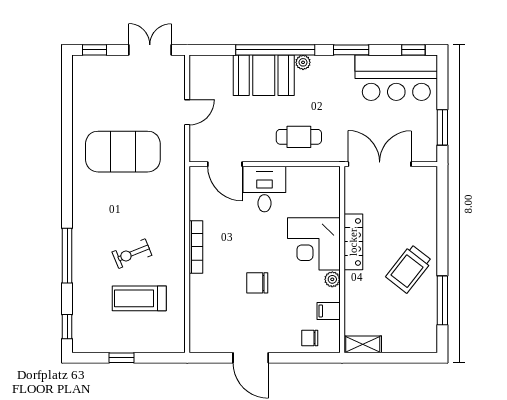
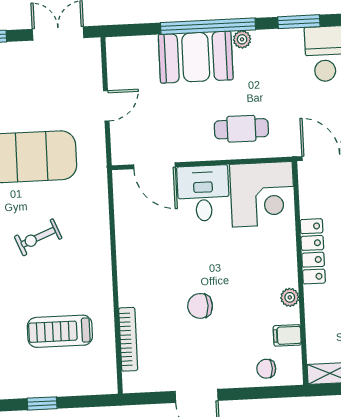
corner desk: (314, 244) -> (262, 194), moved, turned -90
bookcase: (196, 247) -> (128, 339), moved
exercise bike: (132, 254) -> (38, 237), moved

